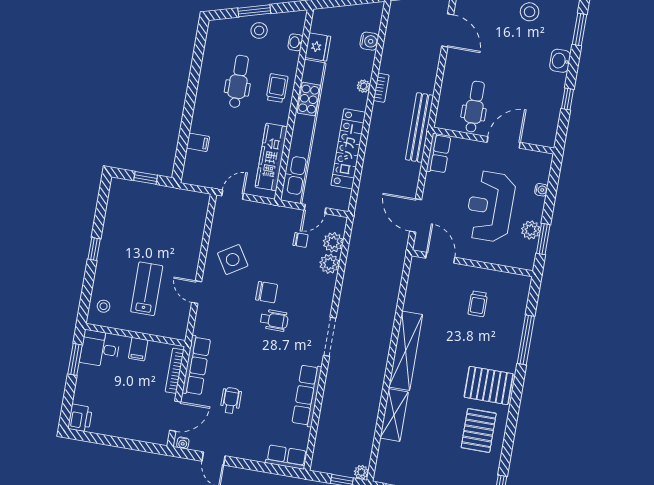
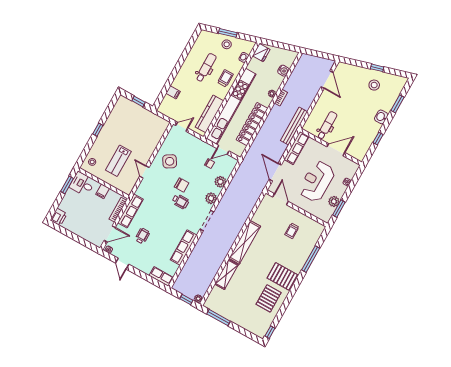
fridge: (318, 47) -> (261, 53), moved
row of seats: (439, 154) -> (297, 148), width x1.48
plant: (333, 242) -> (211, 198), moved
lab bench: (147, 289) -> (118, 161), turned 180

